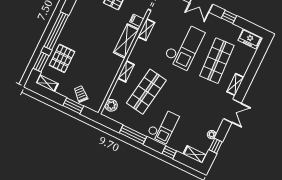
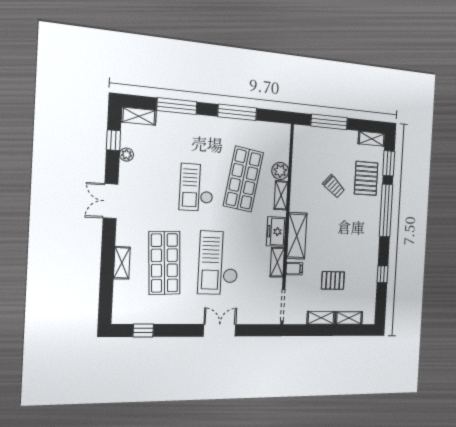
window: (229, 17) -> (143, 330), moved
freezer: (250, 39) -> (276, 232), moved, turned -90
shelving: (235, 85) -> (122, 263), moved
trolley: (81, 94) -> (334, 186), moved
plant: (111, 105) -> (280, 171), moved
window: (73, 106) -> (329, 122), width x1.44
checkout: (163, 126) -> (197, 187), moved
window: (169, 152) -> (177, 106), width x2.17

